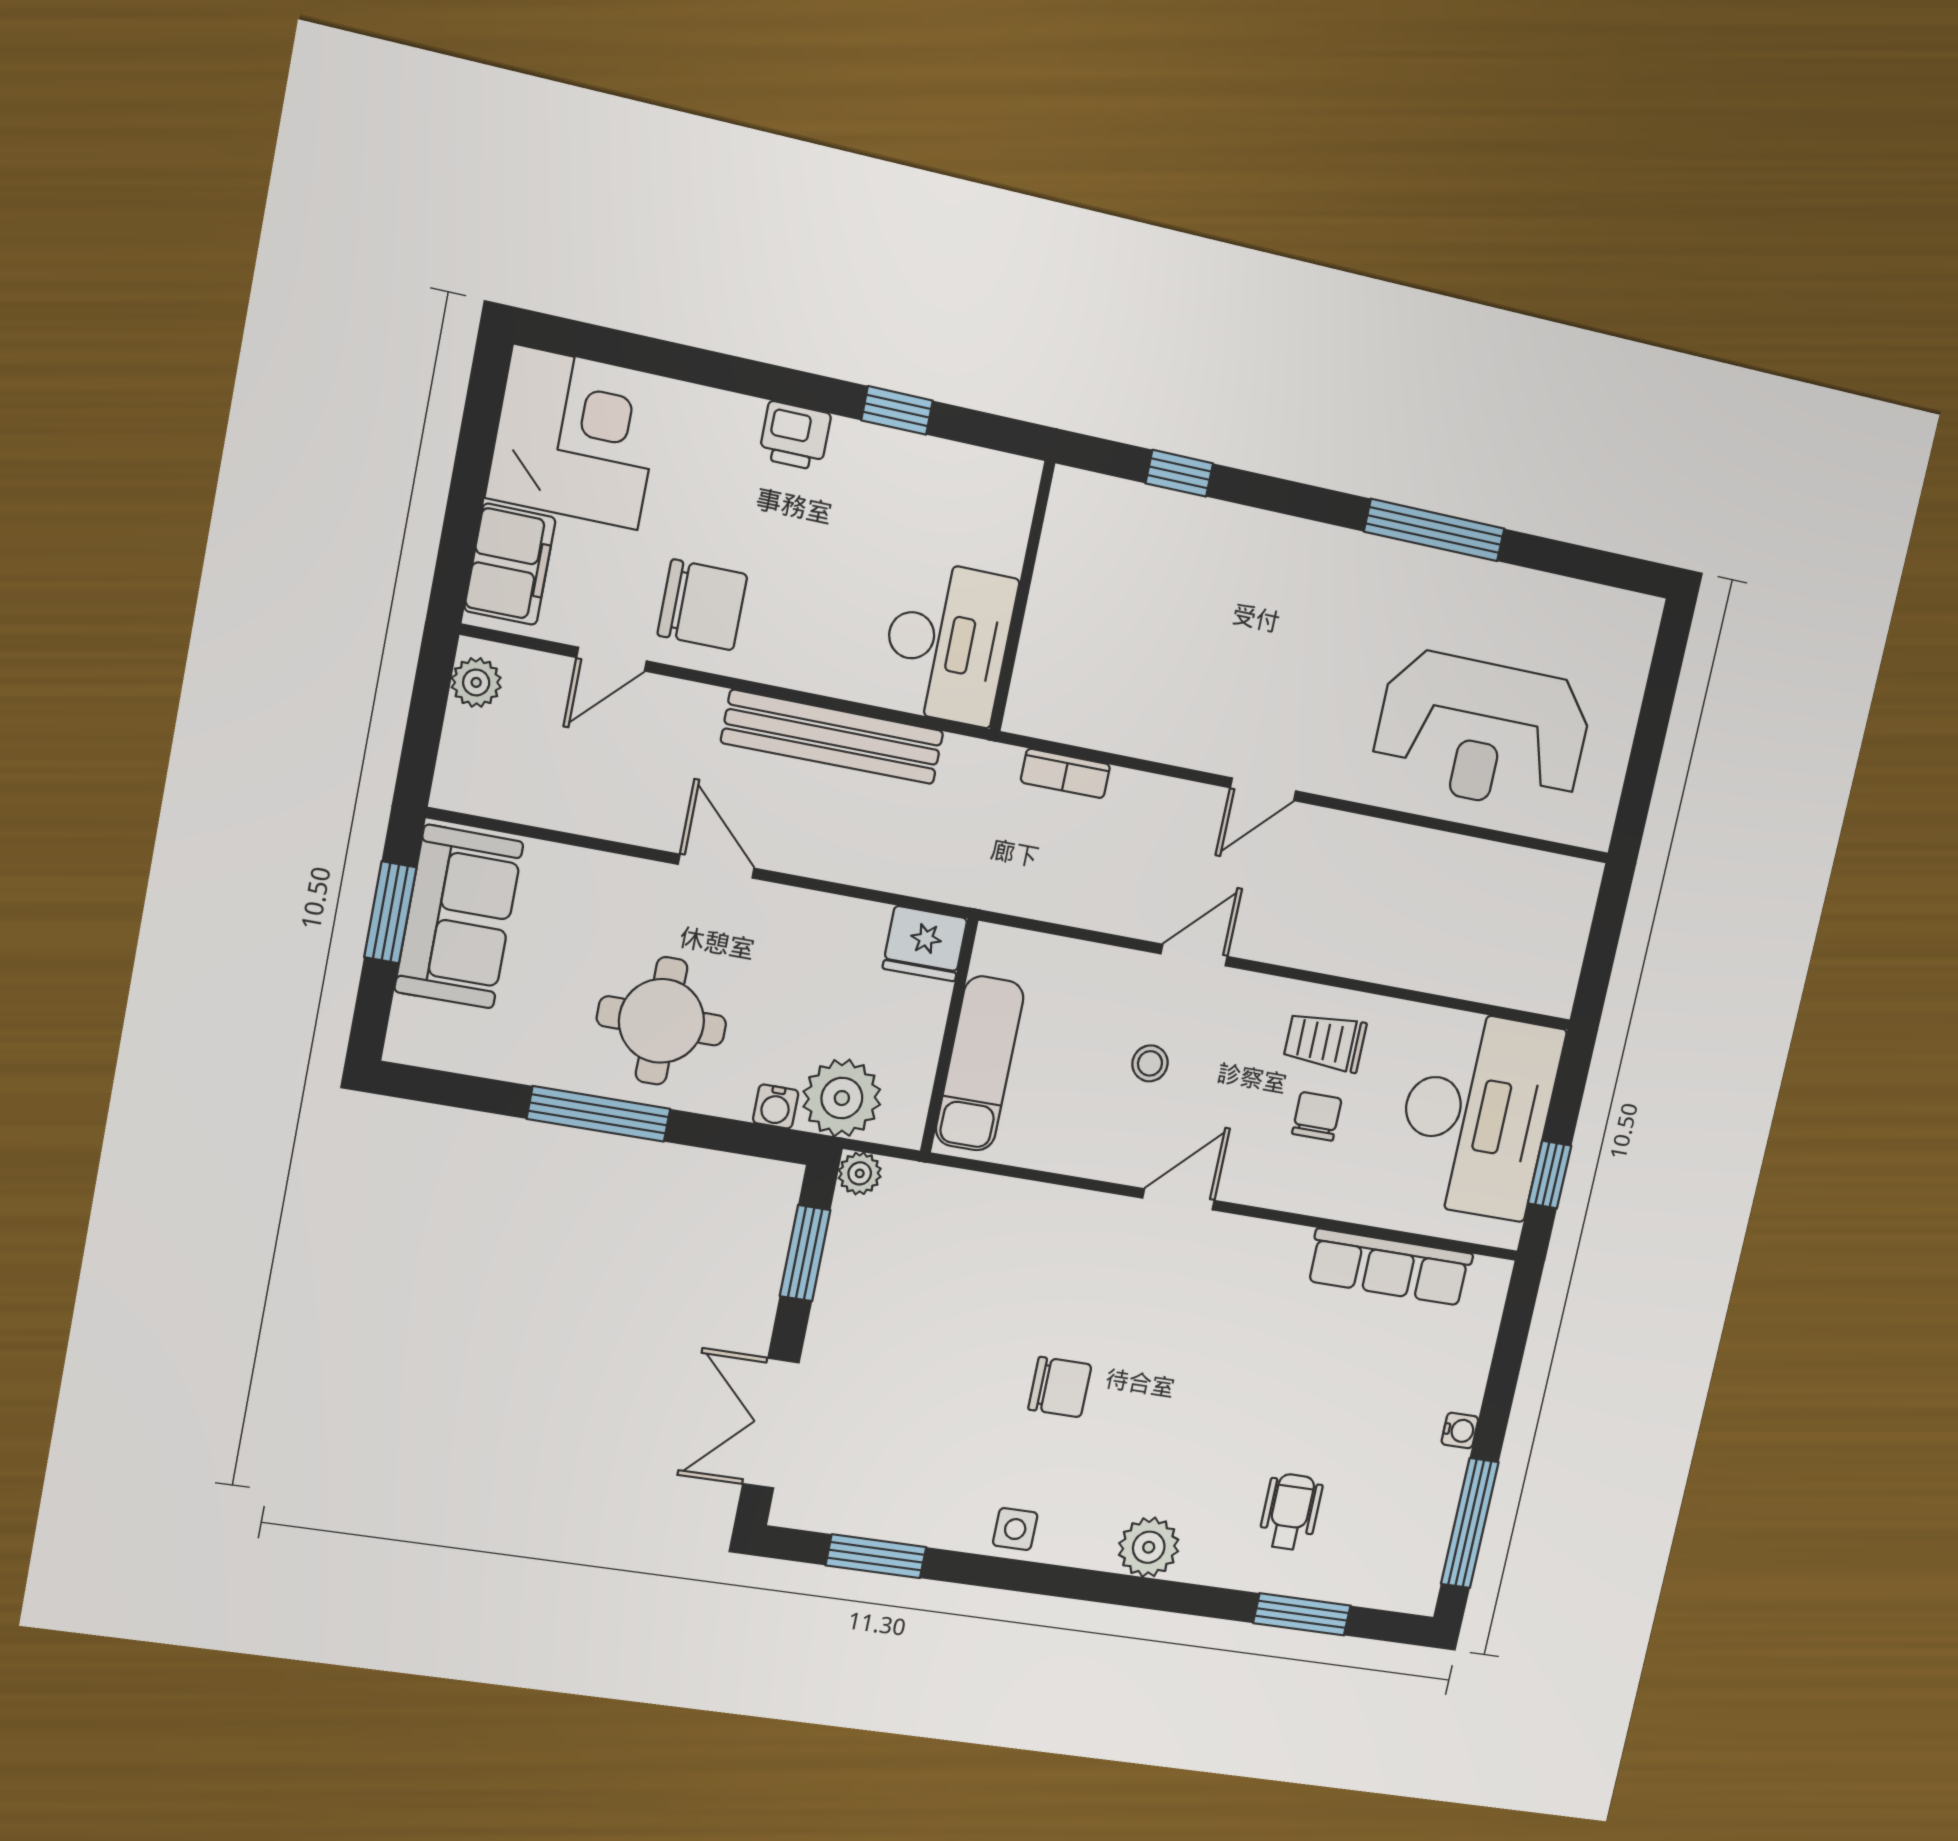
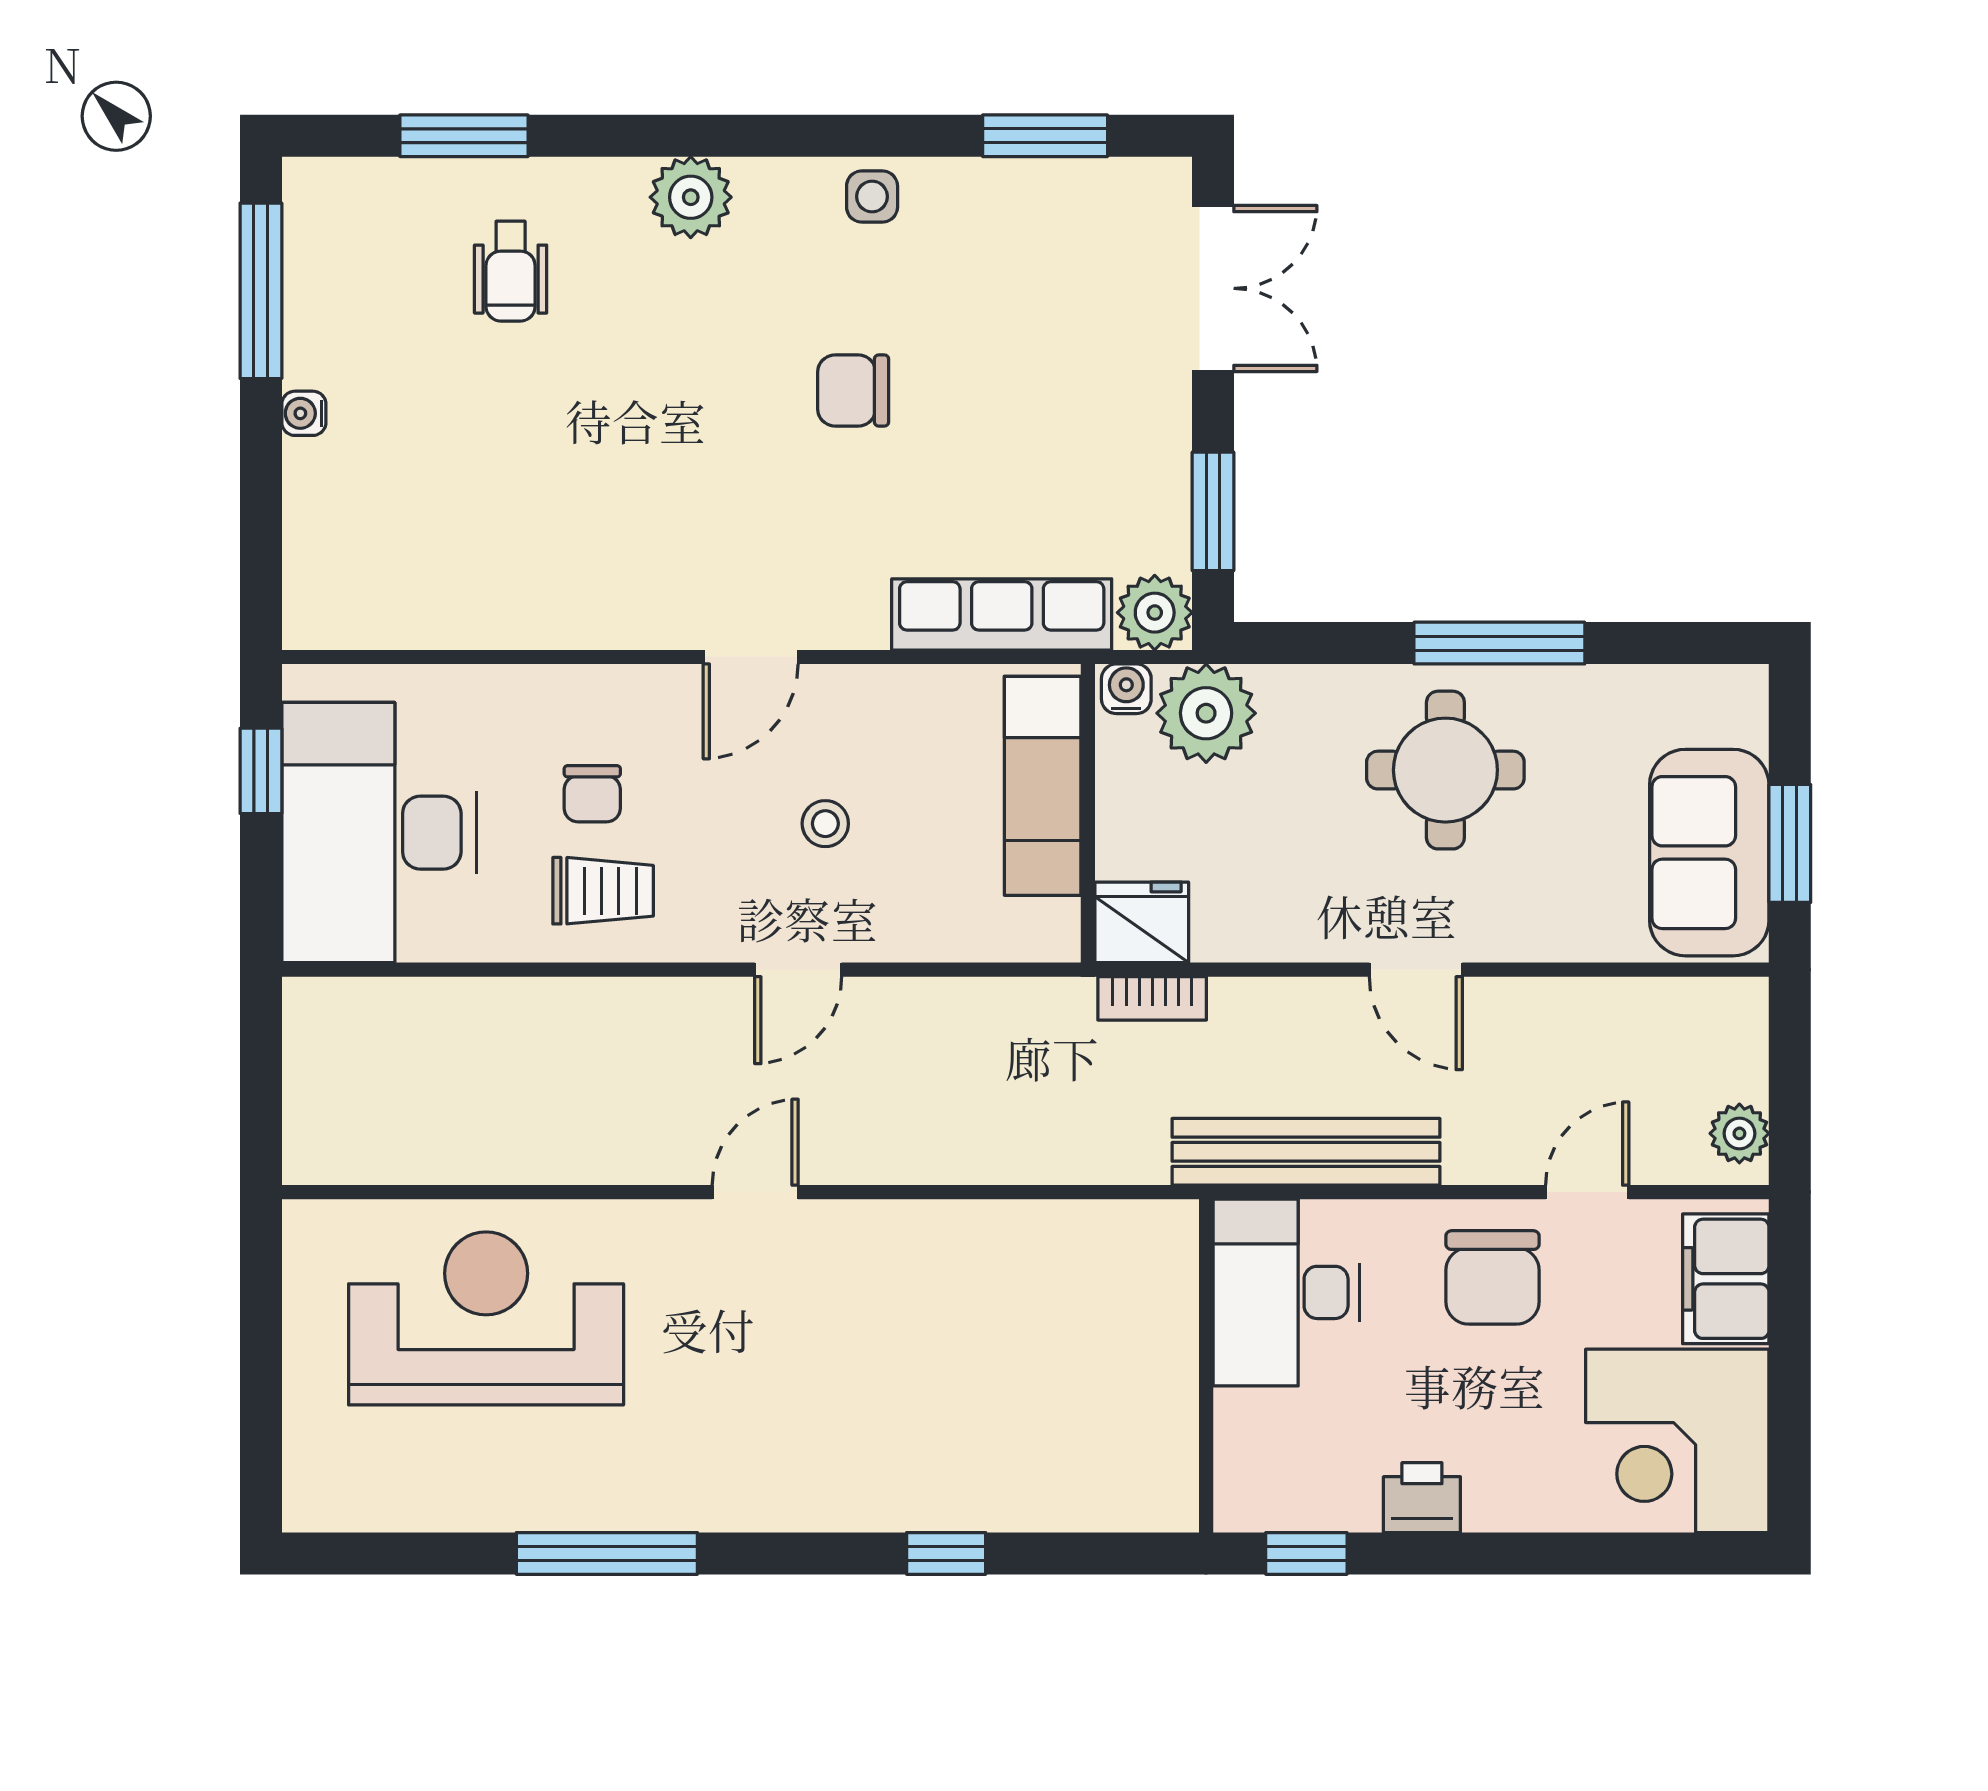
wall: (1022, 597) -> (1206, 1366), moved
chair: (702, 605) -> (1492, 1277), turned -90
desk: (947, 643) -> (1286, 1292), moved
bookcase: (1065, 773) -> (1152, 998), moved, turned 180
water cooler: (776, 1106) -> (1126, 689), moved
plant: (860, 1173) -> (1155, 613), width x1.38, depth x1.38
row of seats: (1390, 1267) -> (1002, 614), moved

